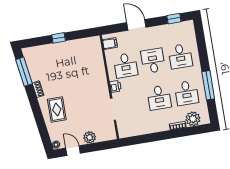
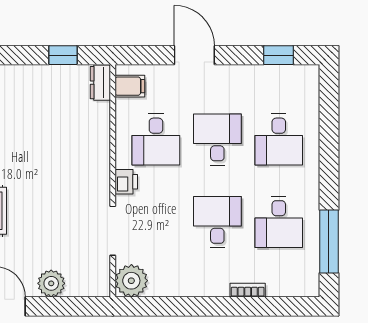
window: (59, 38) -> (63, 55), moved
dresser: (97, 44) -> (100, 83), added
window: (208, 85) -> (329, 241), moved
desk: (159, 98) -> (217, 222), turned 180
plant: (193, 119) -> (131, 281), moved

